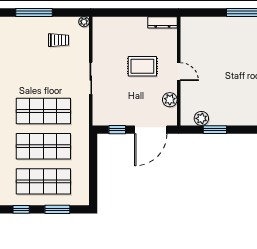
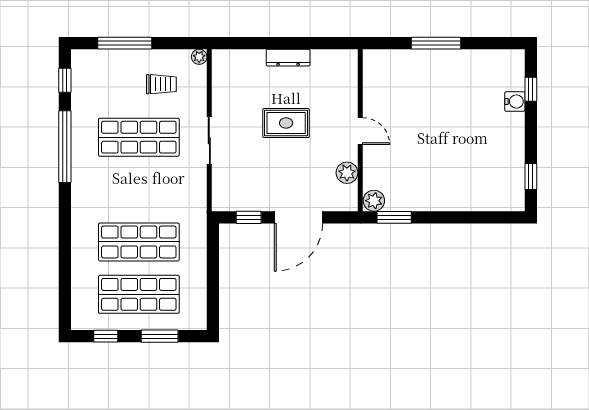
dresser: (162, 22) -> (288, 58), moved
wall: (179, 71) -> (360, 130), moved
door: (179, 72) -> (360, 131), moved
plant: (170, 100) -> (347, 173), moved
shop shelf: (43, 111) -> (139, 137), moved

